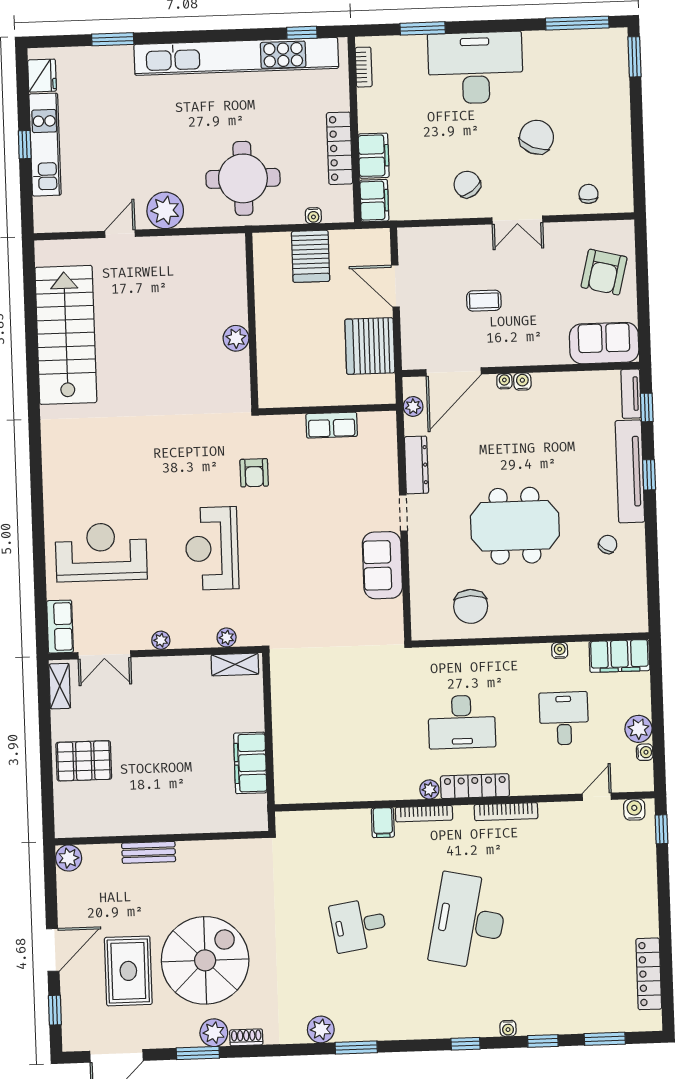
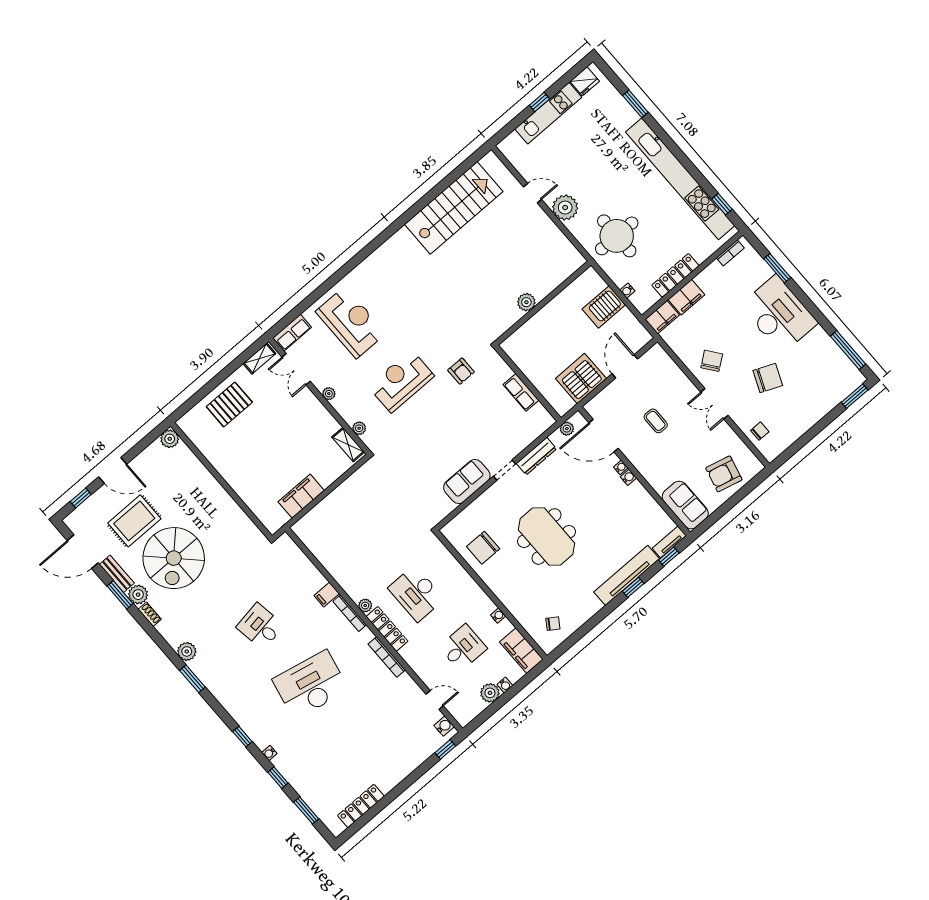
armchair: (254, 473) -> (461, 371), turned -90
chair: (608, 544) -> (553, 624), moved
water cooler: (645, 752) -> (505, 685), moved
pallet: (84, 761) -> (229, 404), turned 90
bench: (149, 852) -> (117, 574), moved
spiral stairs: (205, 960) -> (174, 558), turned 90

